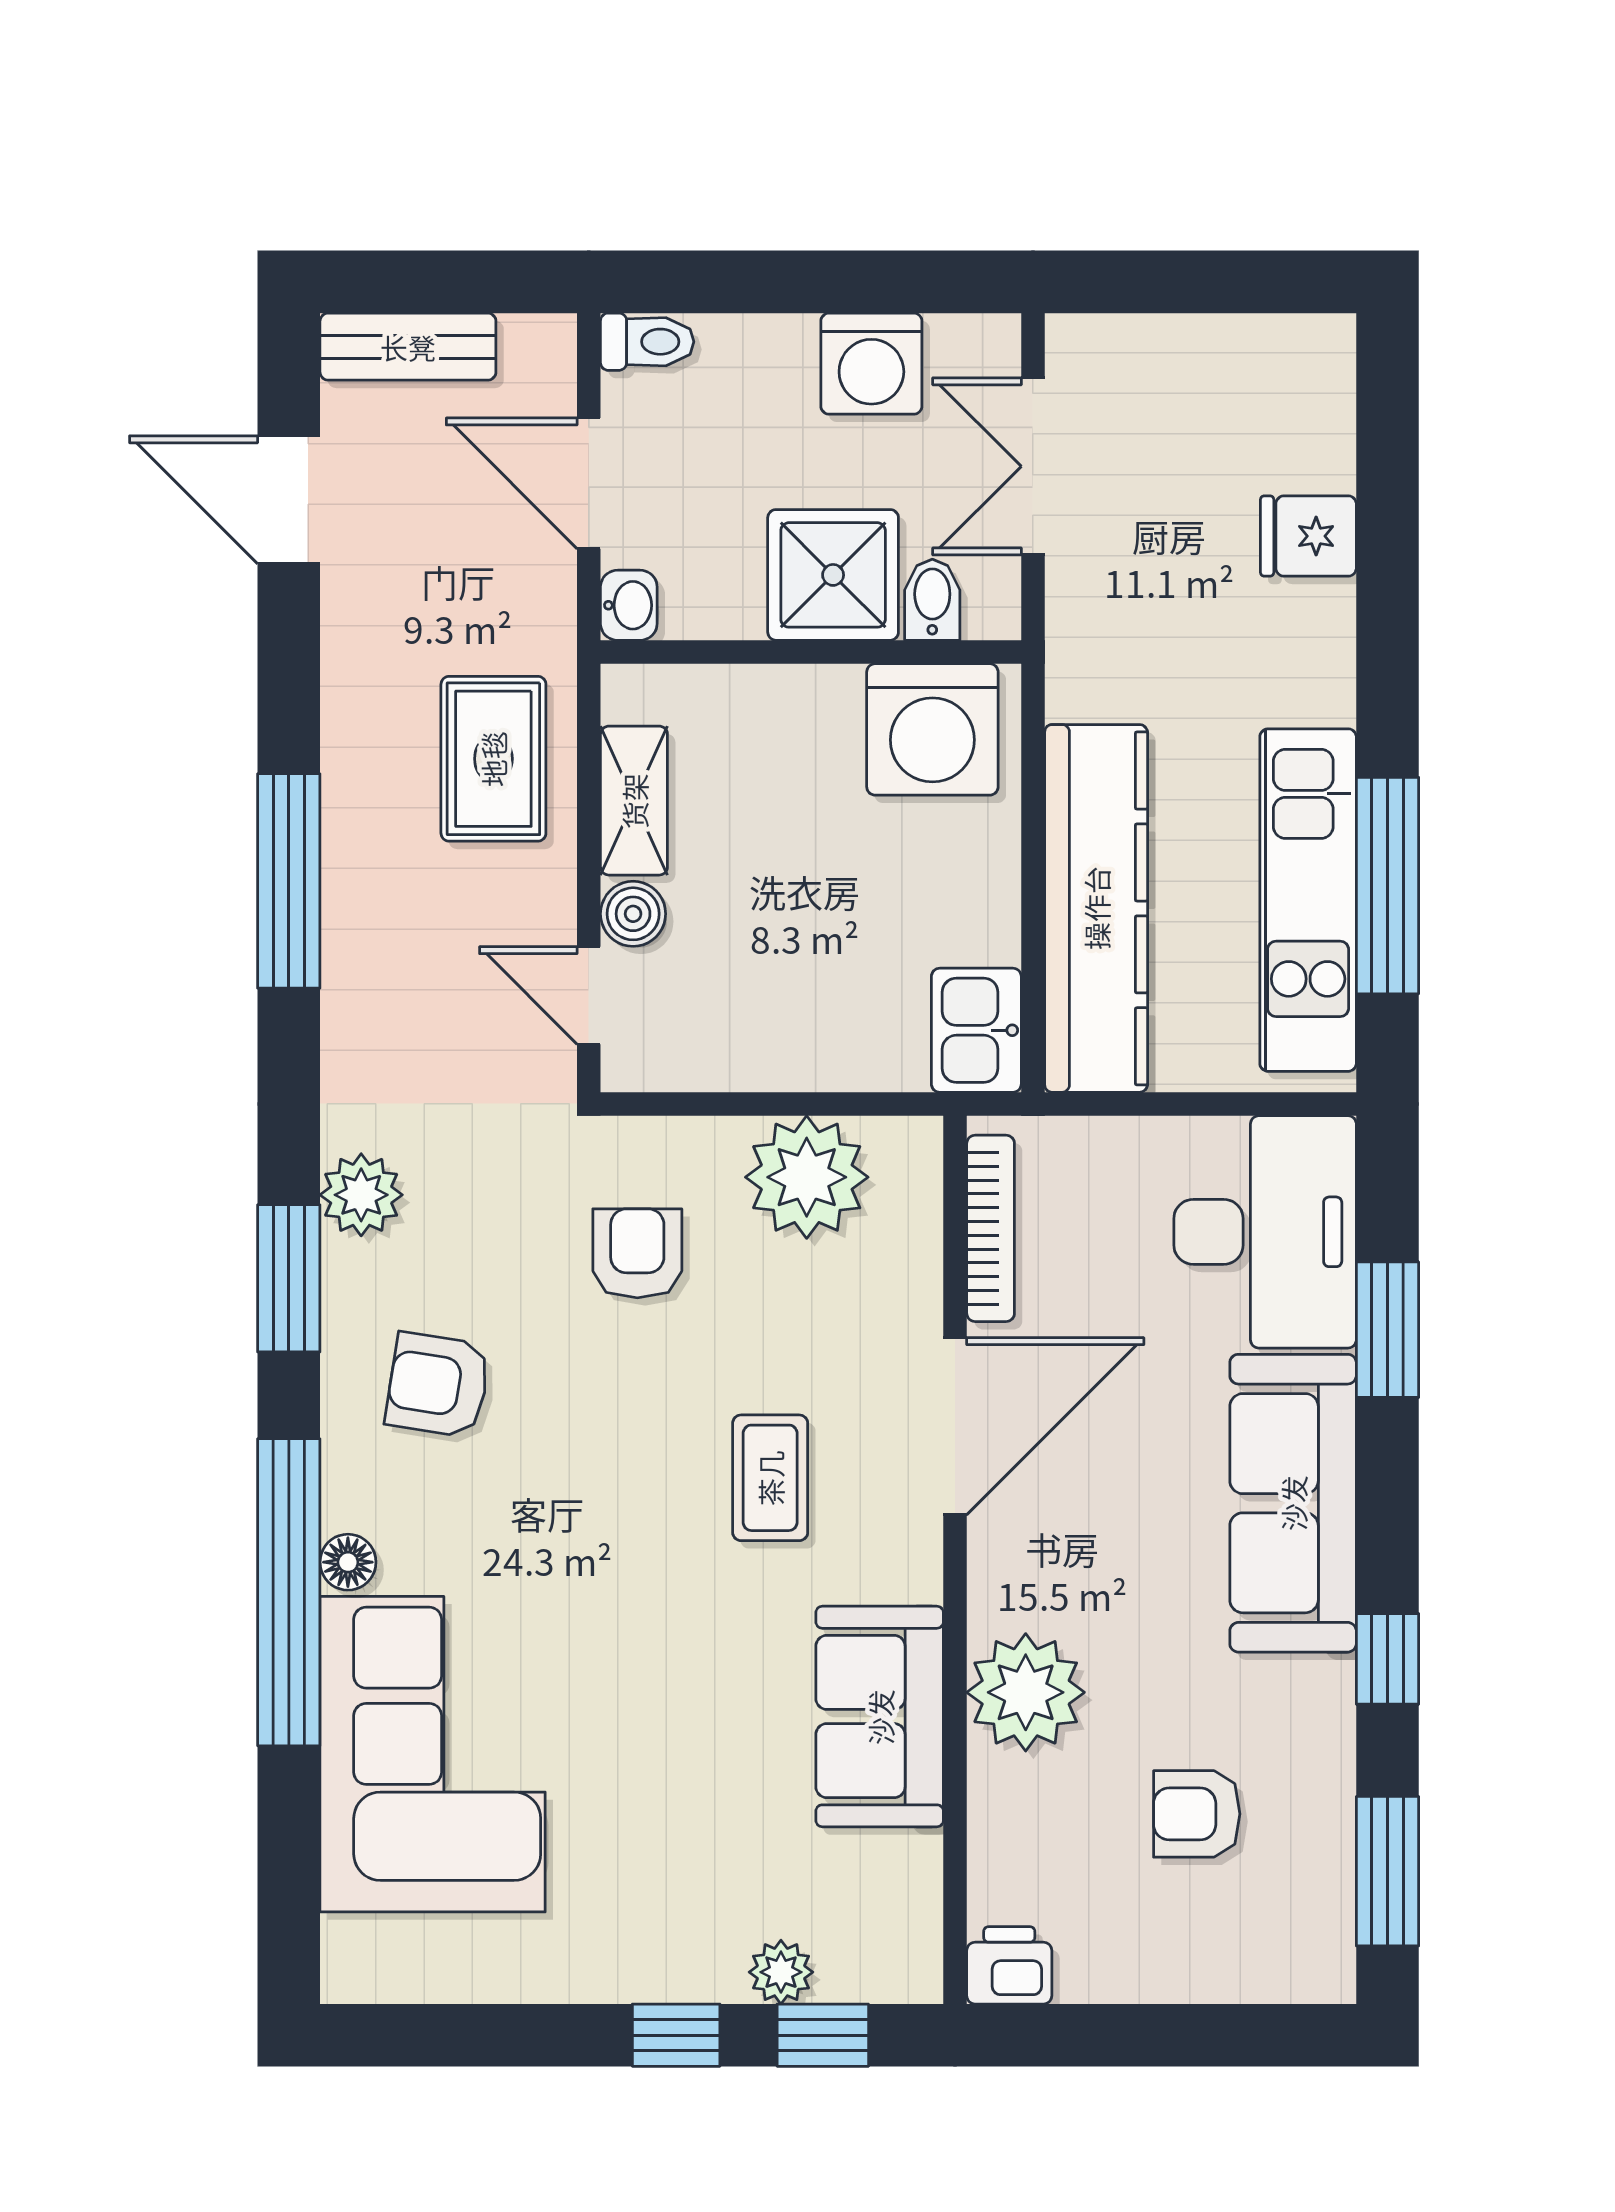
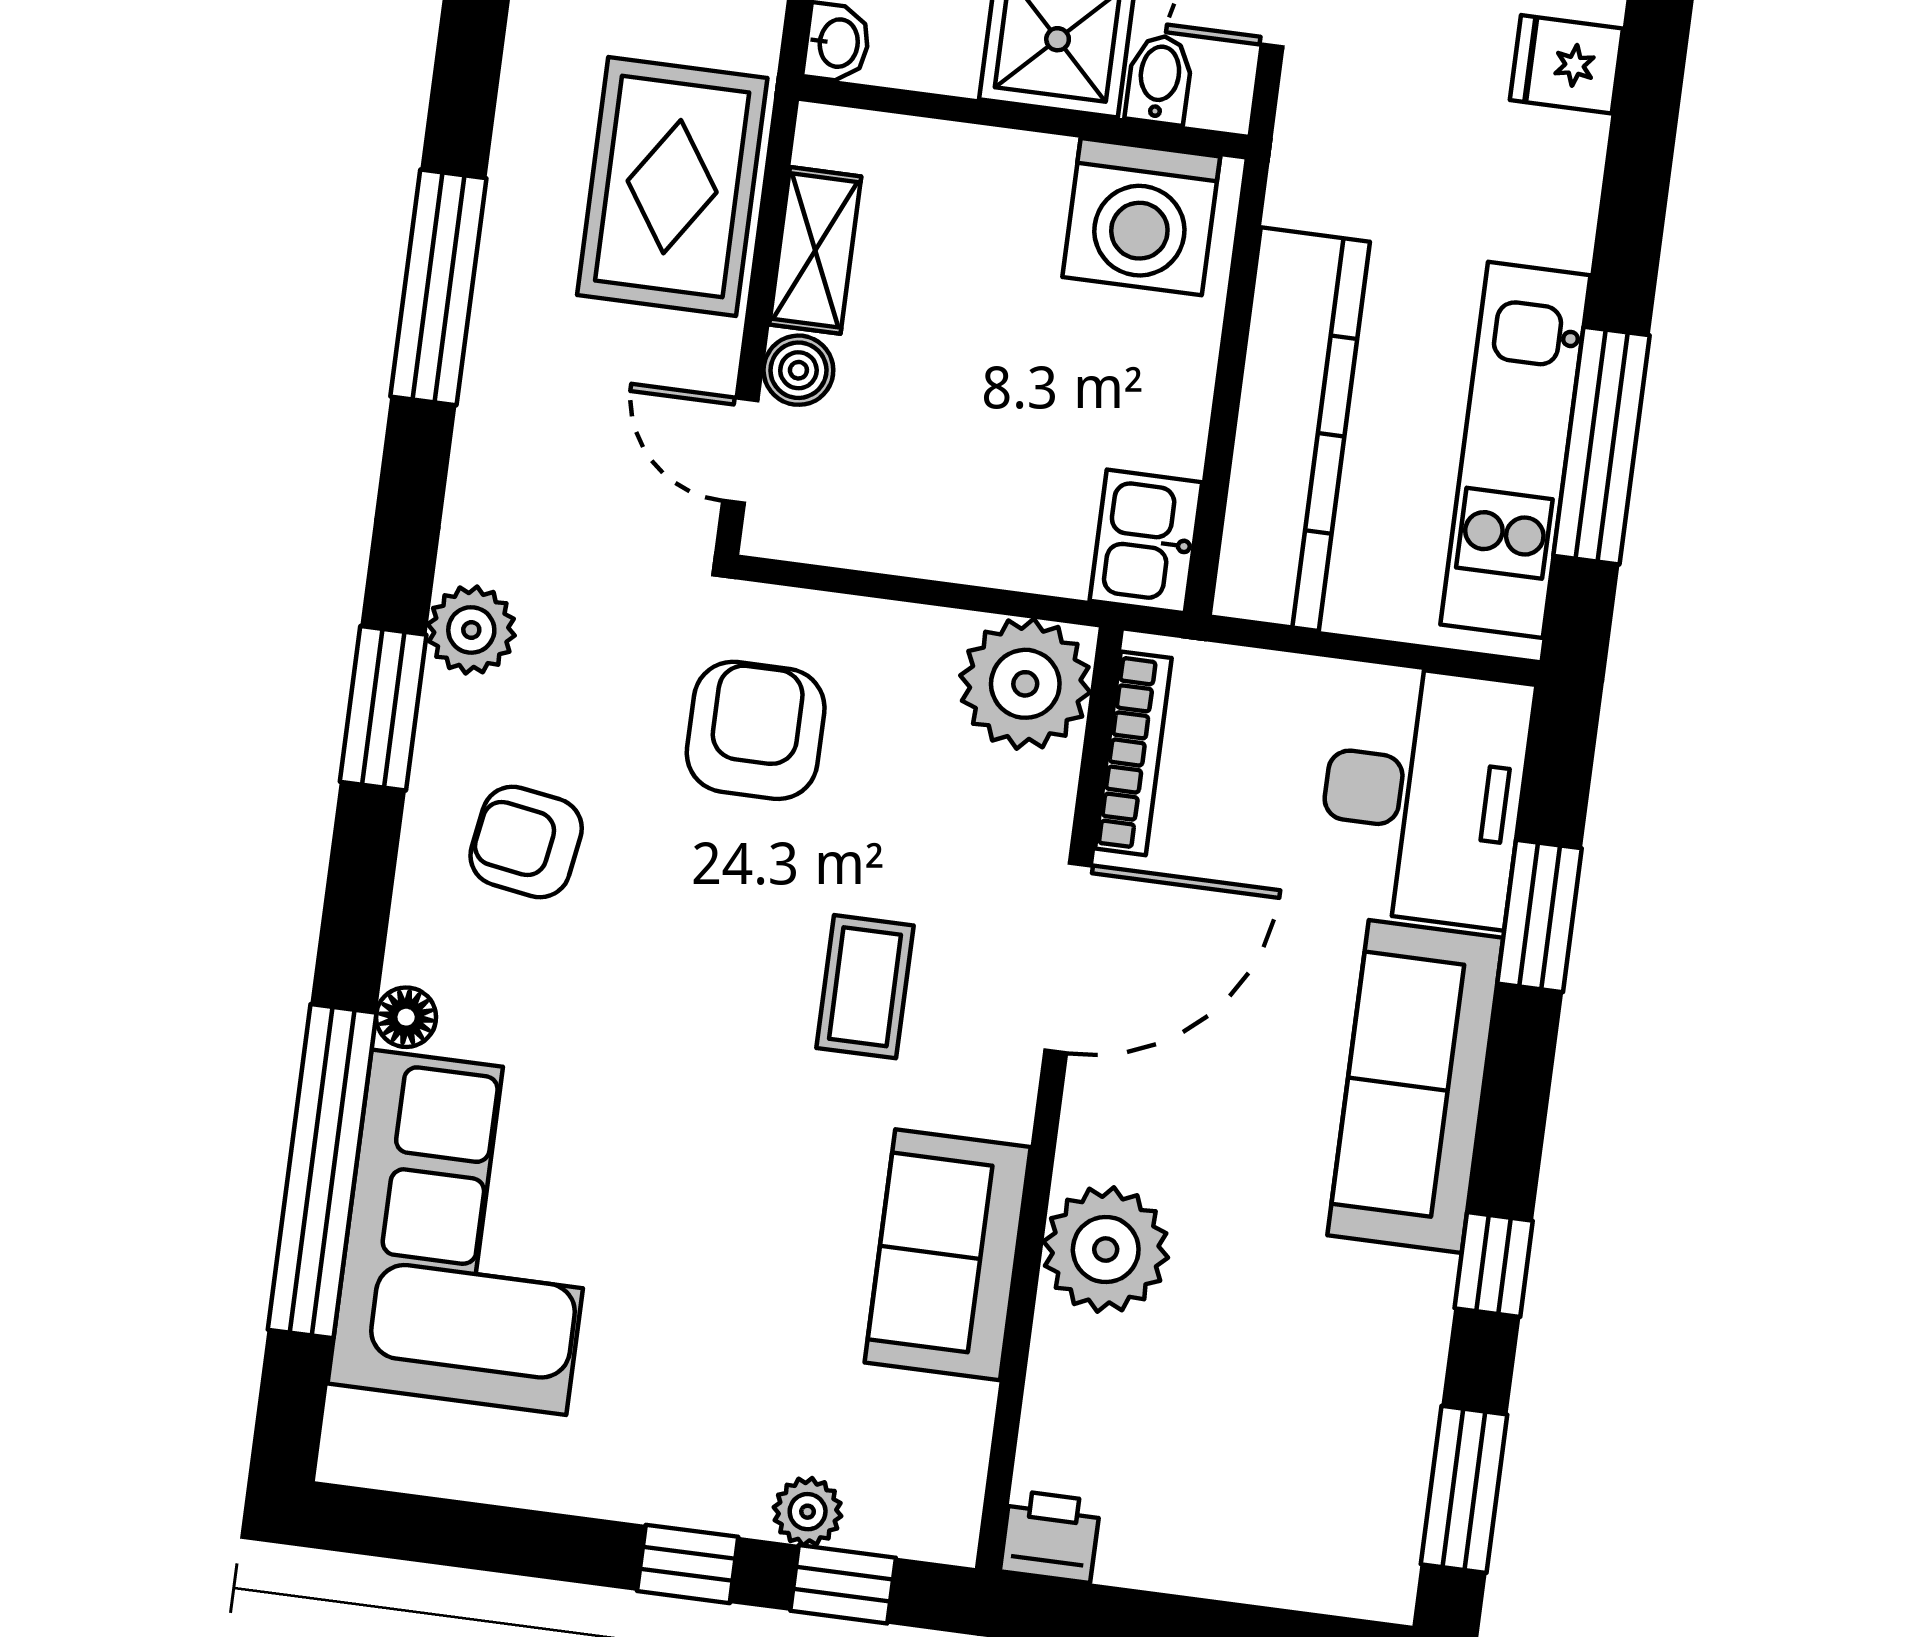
rug: (493, 759) -> (672, 187), width x1.36, depth x1.43
plant: (807, 1177) -> (1025, 684), moved
armchair: (637, 1253) -> (756, 730), width x1.38, depth x1.38
window: (289, 1592) -> (322, 1171), moved
armchair: (1197, 1814) -> (1270, 1402), removed

